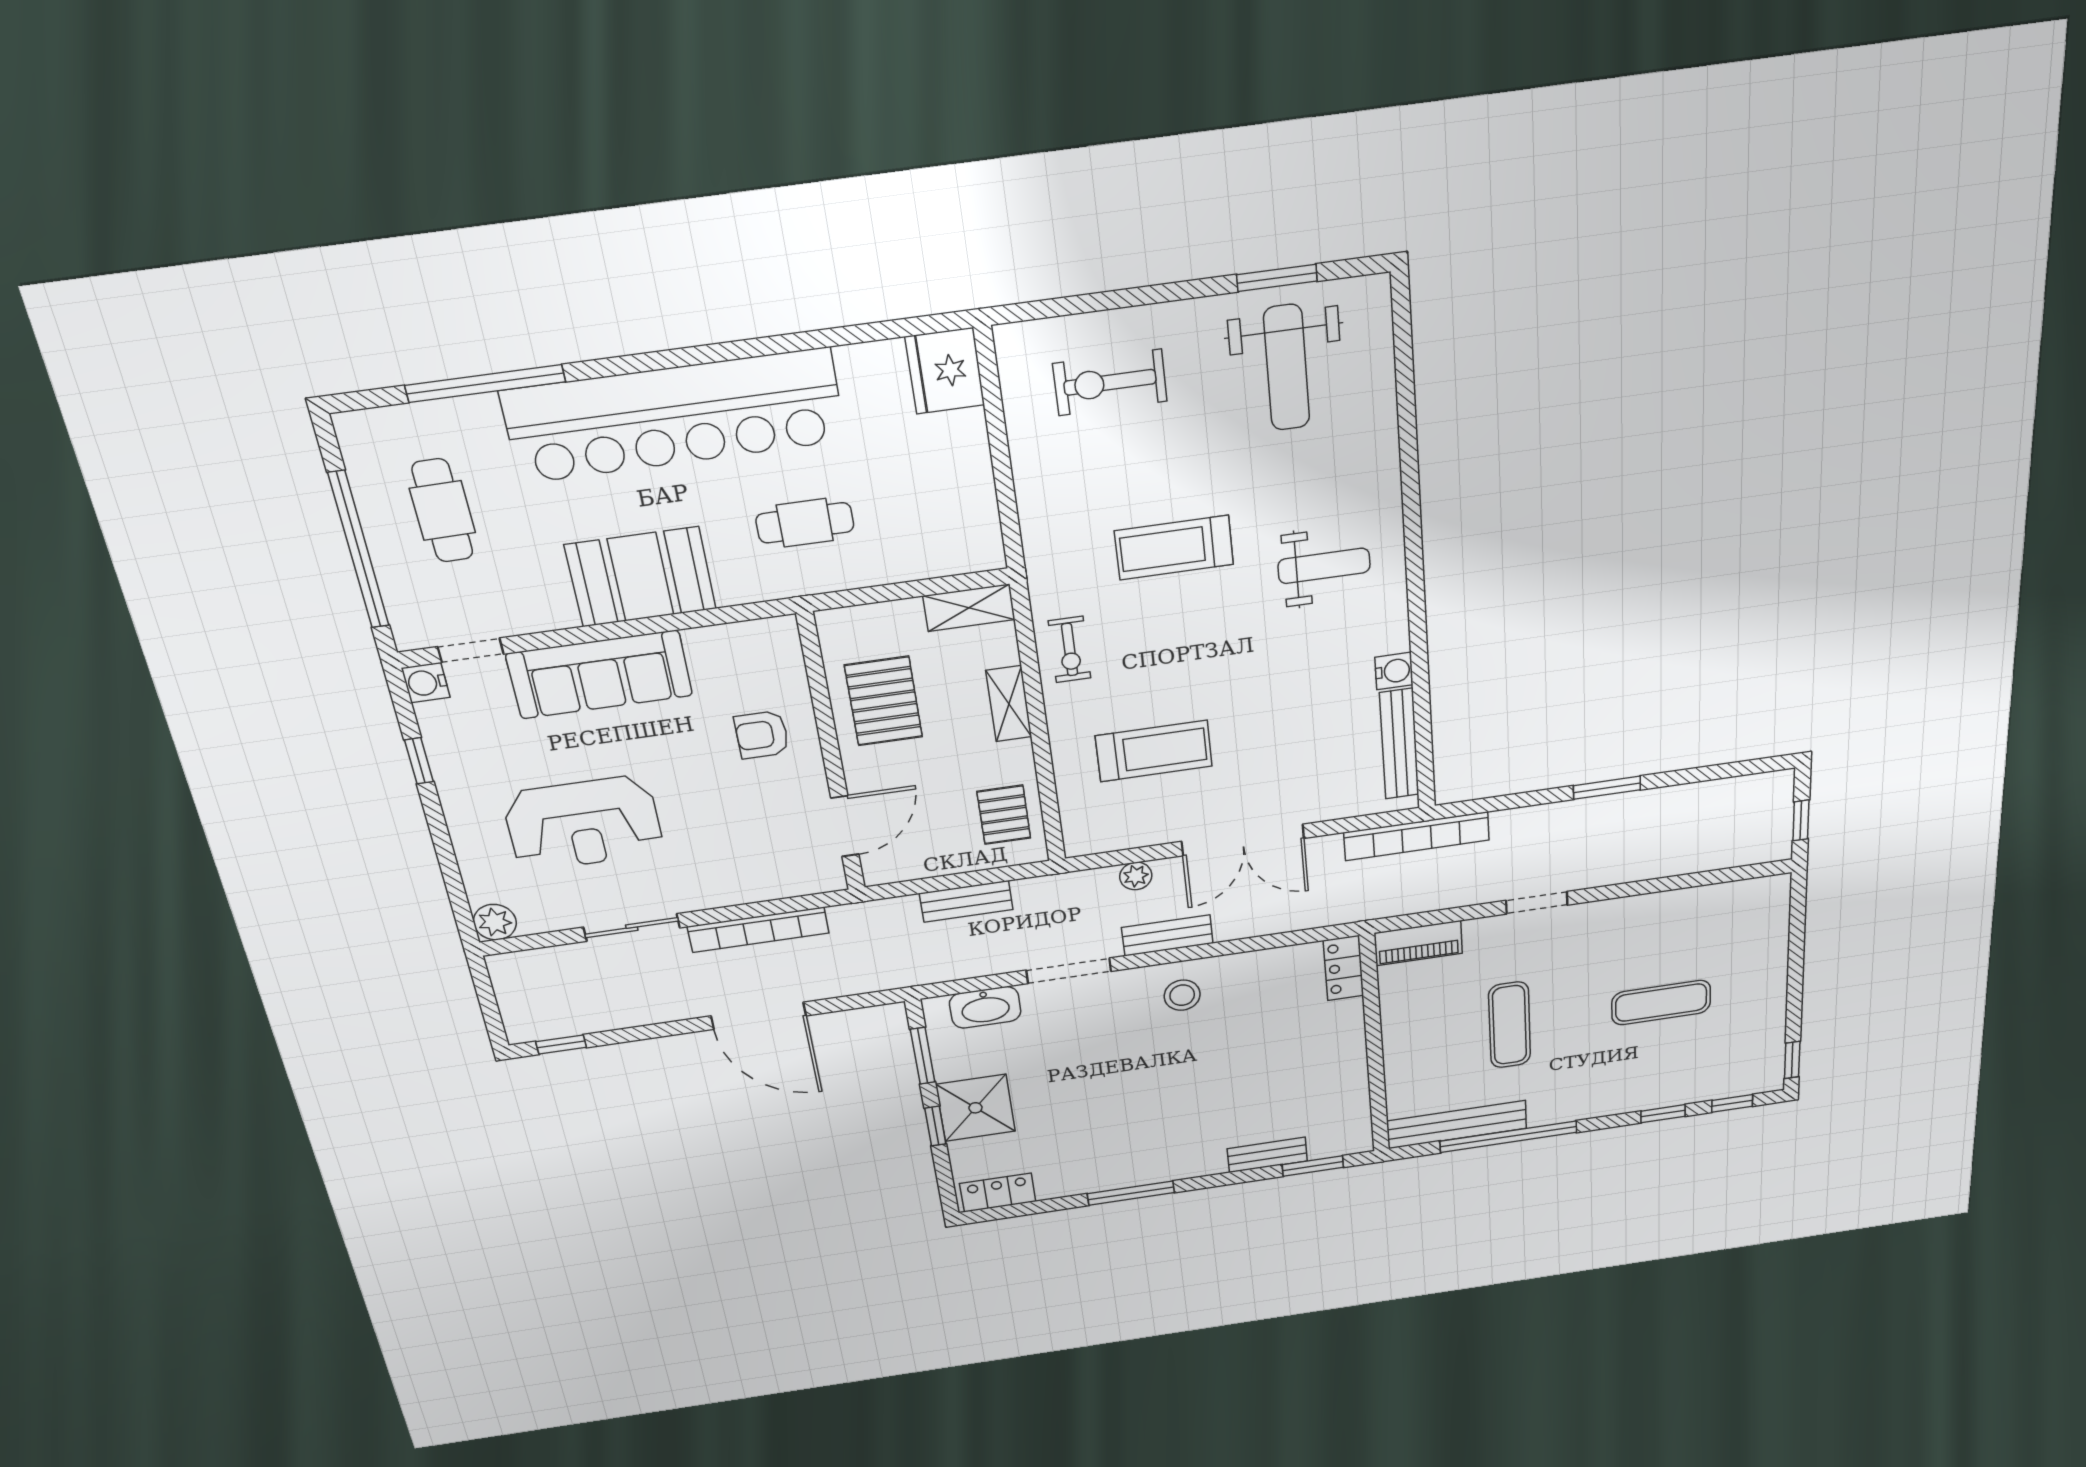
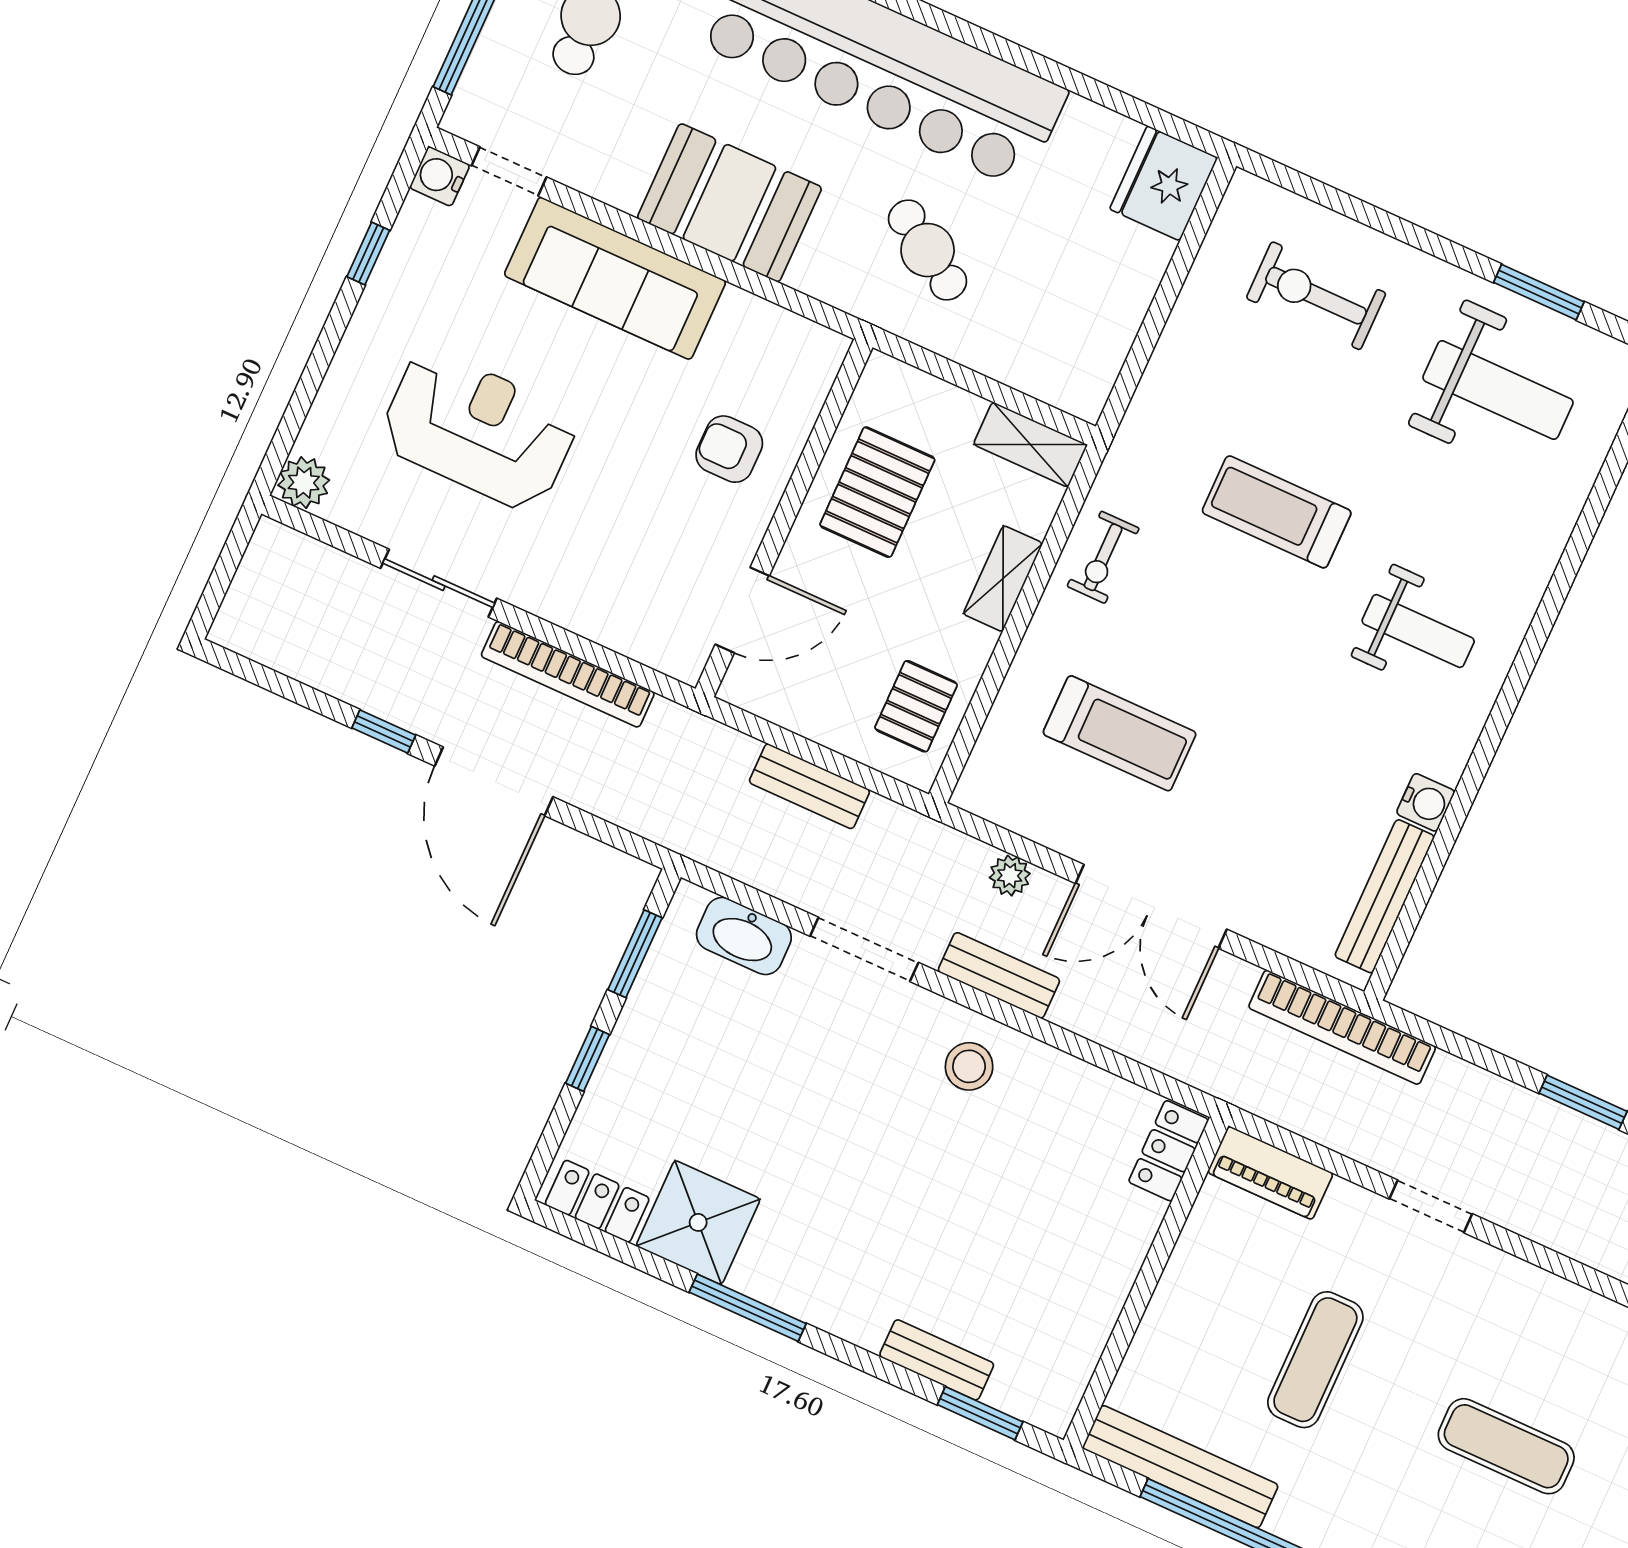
weight bench: (1287, 368) -> (1498, 390), turned -90
cafe table: (805, 523) -> (928, 250), turned 33
reception desk: (583, 823) -> (478, 430), turned 180
window: (561, 1044) -> (384, 731), moved
shower: (975, 1108) -> (698, 1222), moved

